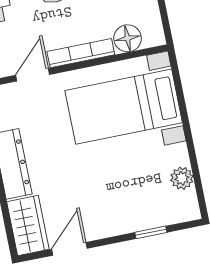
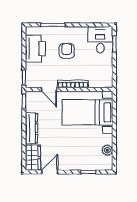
floor lamp: (128, 38) -> (95, 82), removed
door: (33, 75) -> (49, 89), swing flipped

